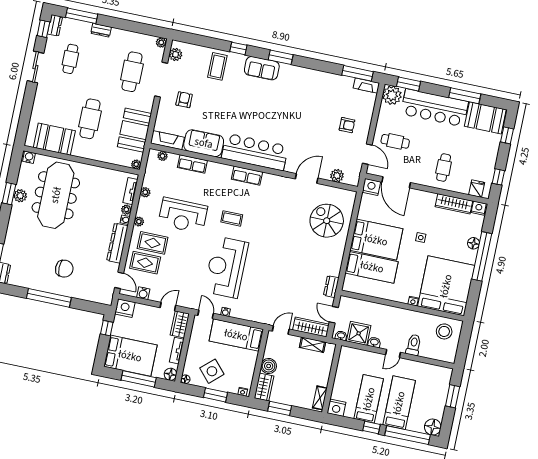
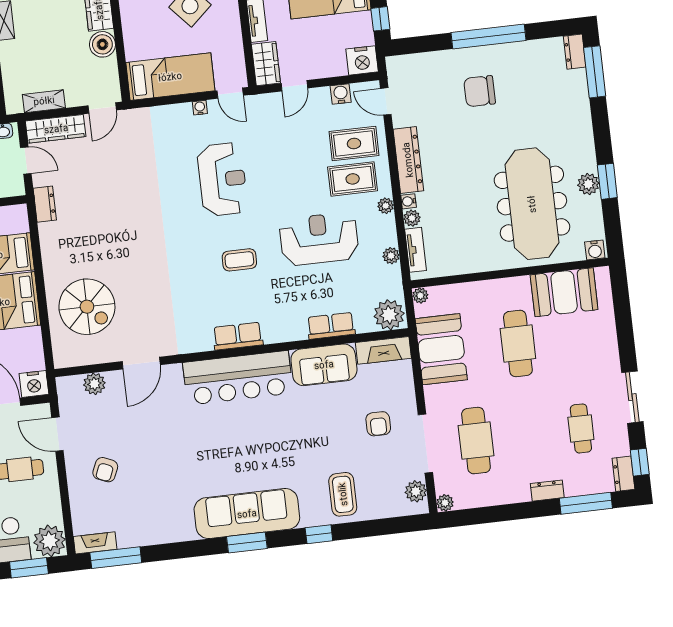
sofa: (262, 68) -> (247, 514), width x1.85, depth x1.27
armchair: (347, 125) -> (105, 470), turned -67
plant: (163, 156) -> (389, 315), width x1.87, depth x1.87
reception desk: (226, 267) -> (222, 179), width x0.74, depth x0.77

